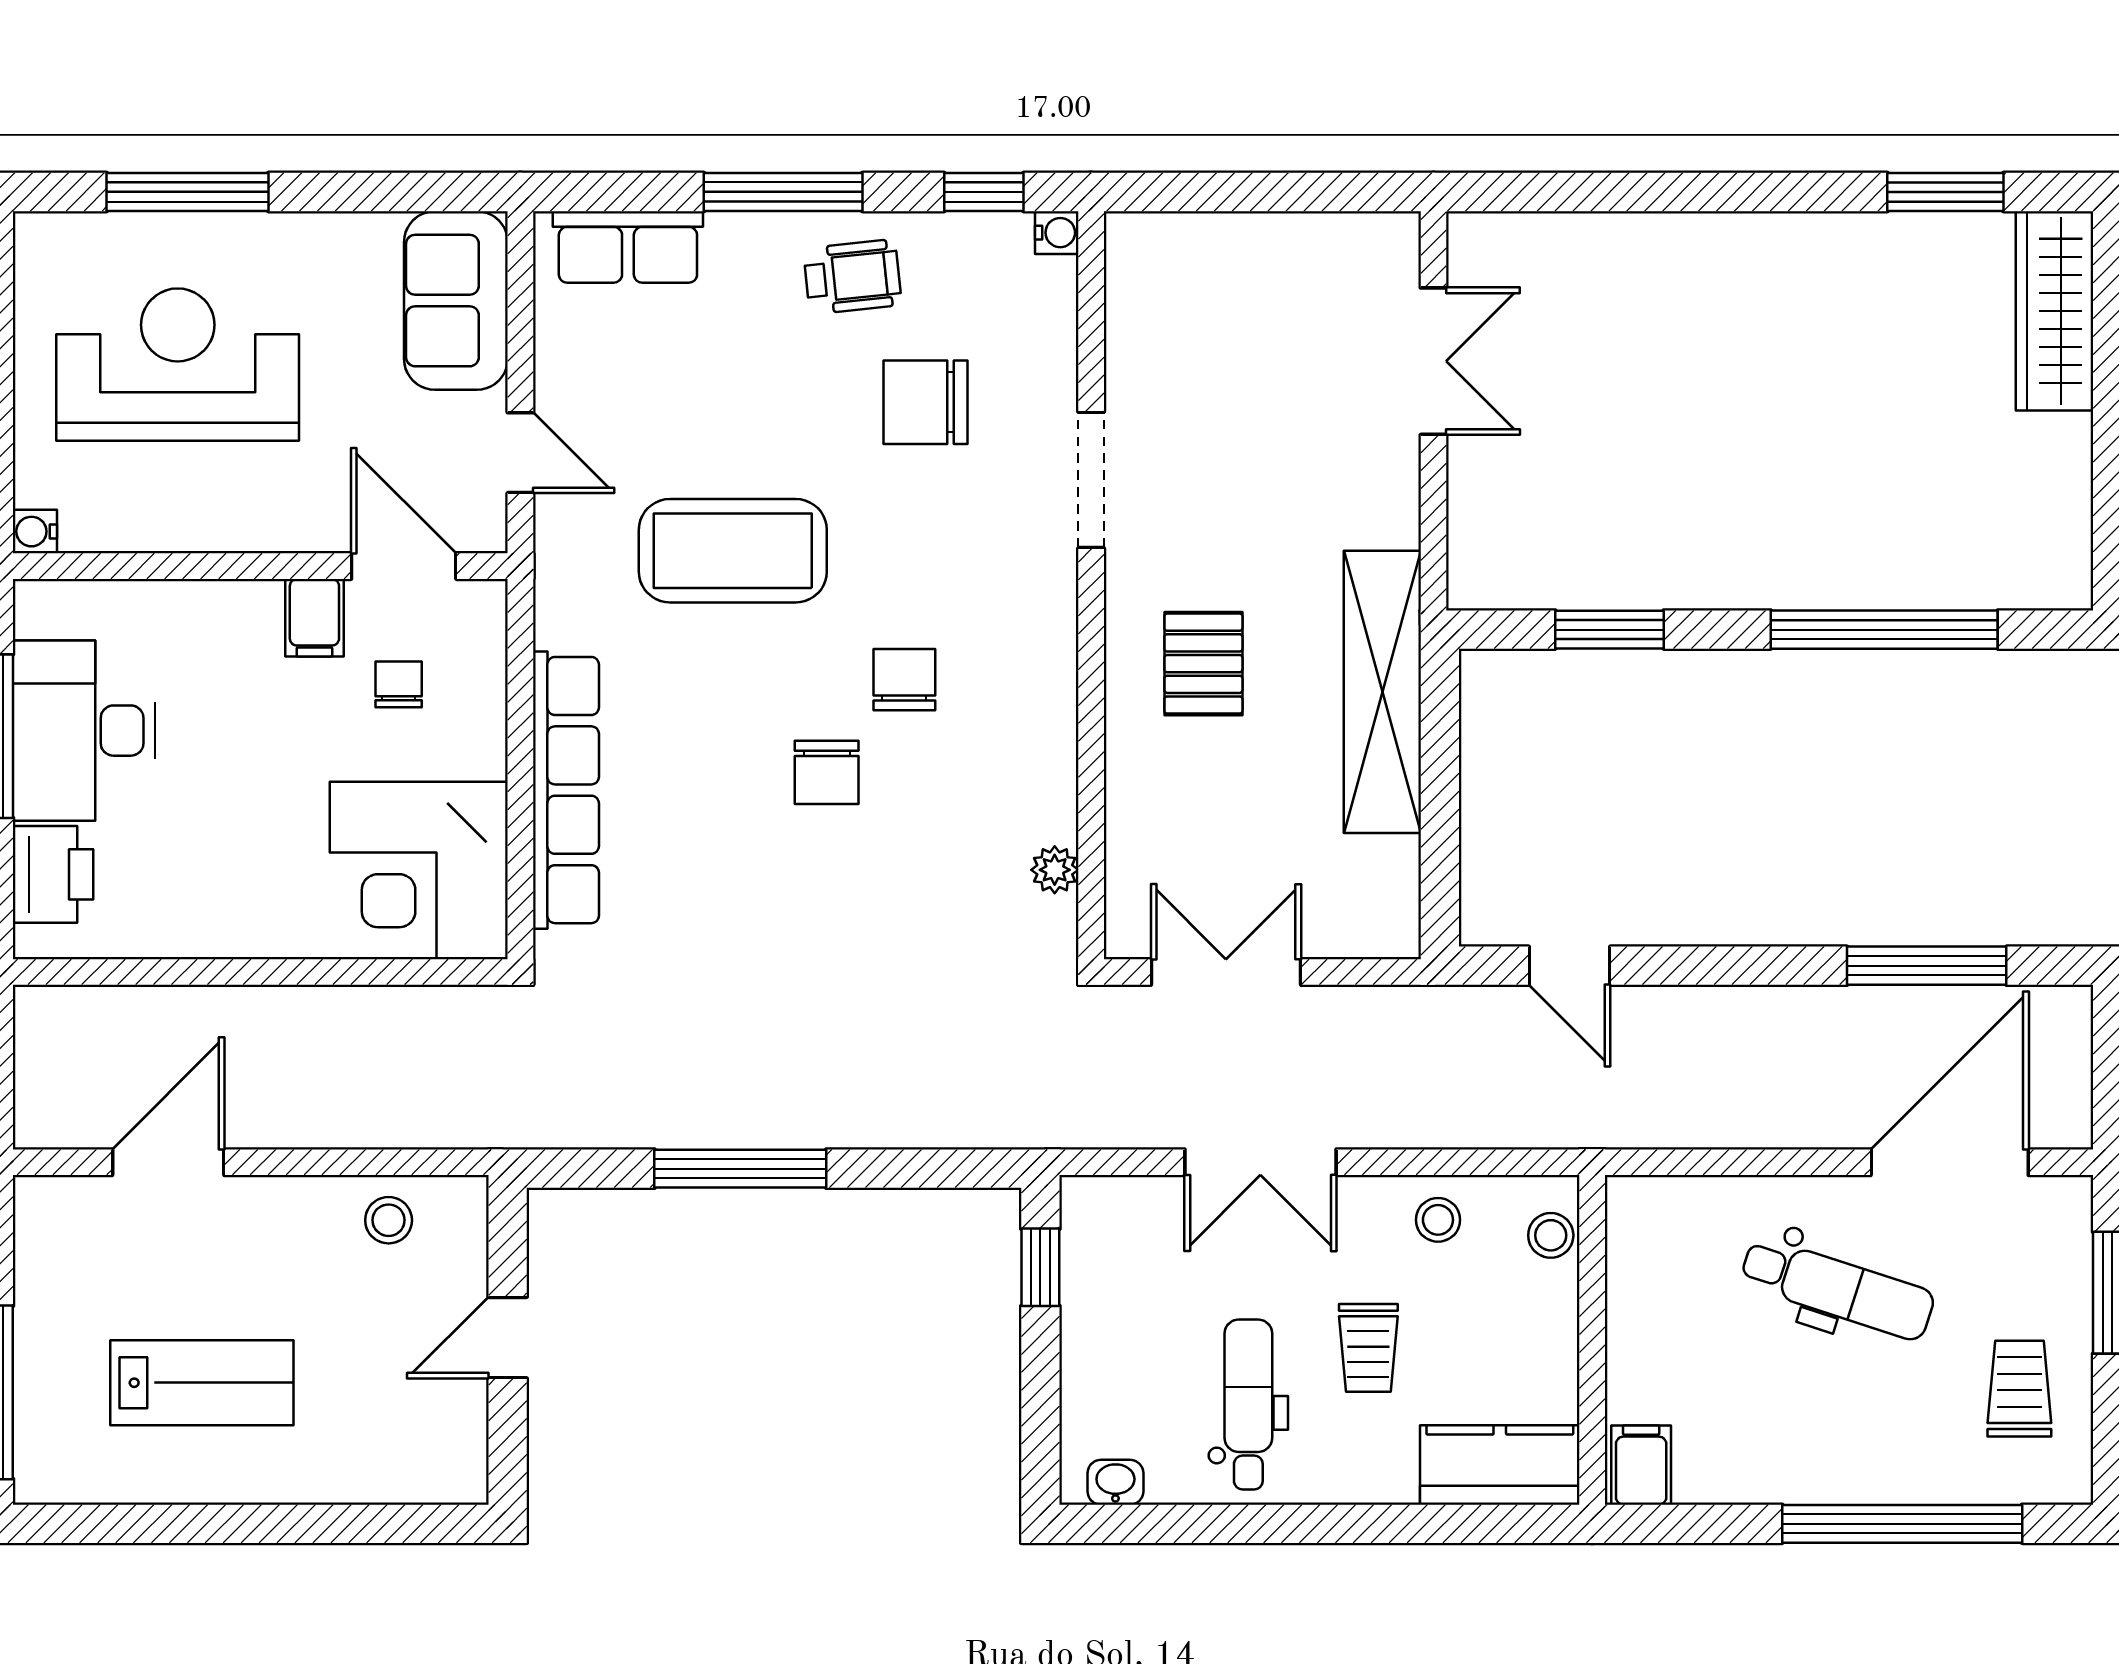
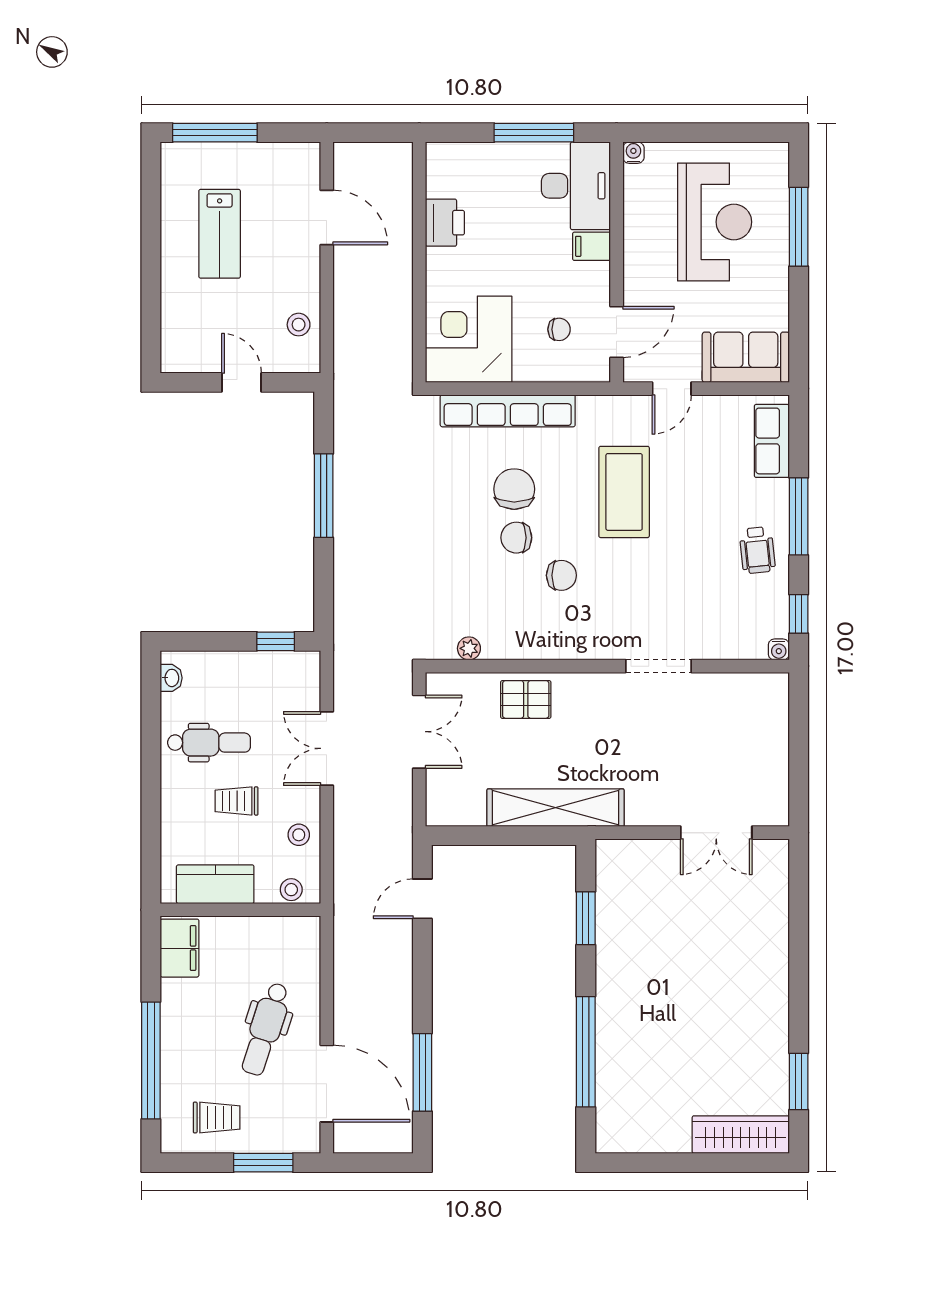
chair: (925, 402) -> (514, 489), moved
filing cabinet: (314, 618) -> (592, 246), moved
pallet: (1203, 664) -> (526, 699), moved
desk: (84, 731) -> (576, 186), moved, turned 90
printer: (53, 874) -> (445, 223), moved, turned -90
kitchen counter: (1500, 1465) -> (215, 884), moved, turned -90
filing cabinet: (1641, 1465) -> (180, 948), width x2.00

